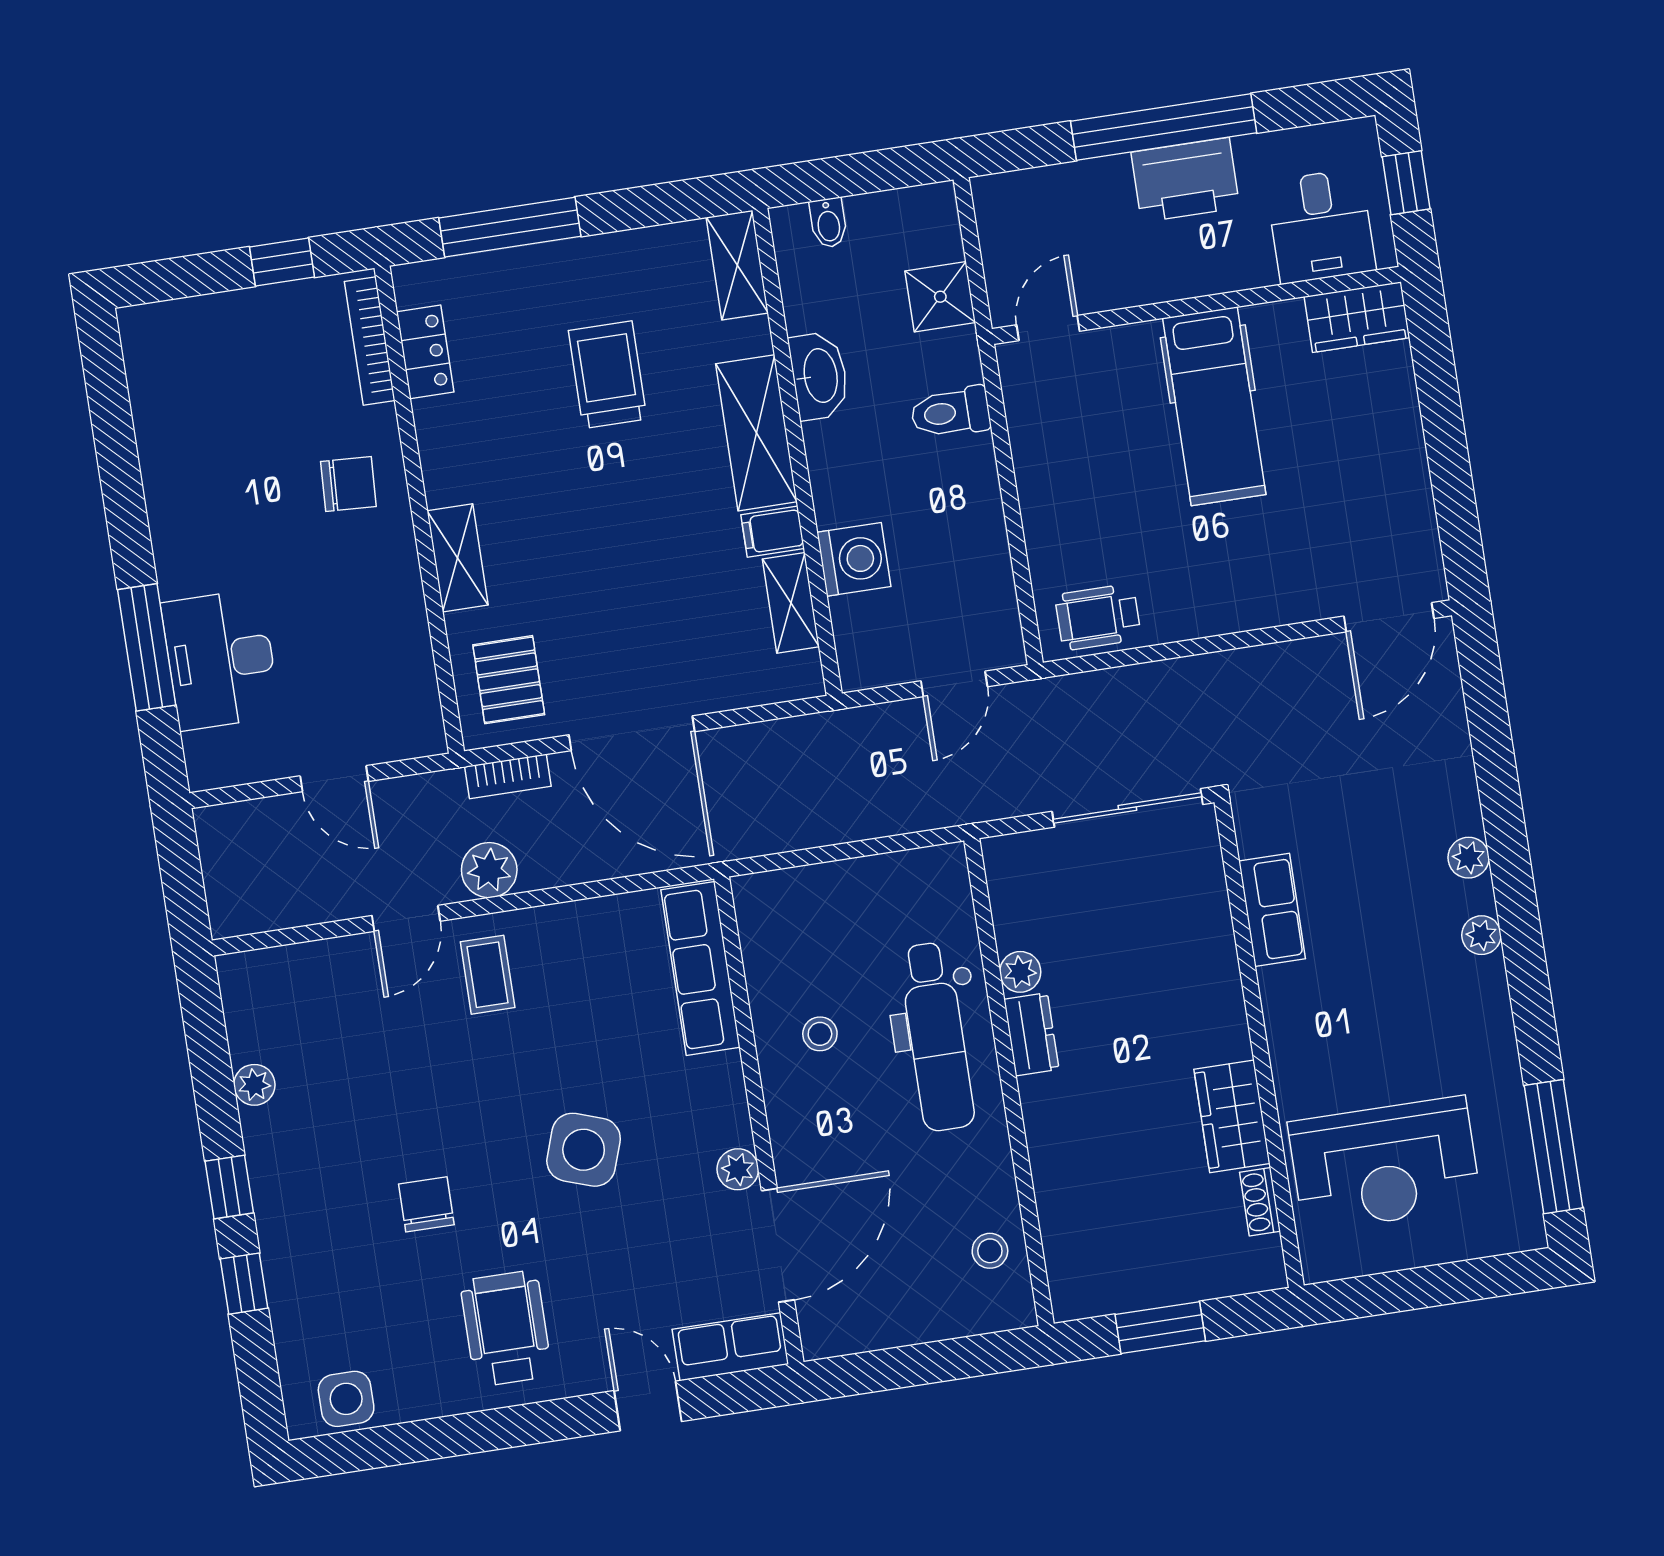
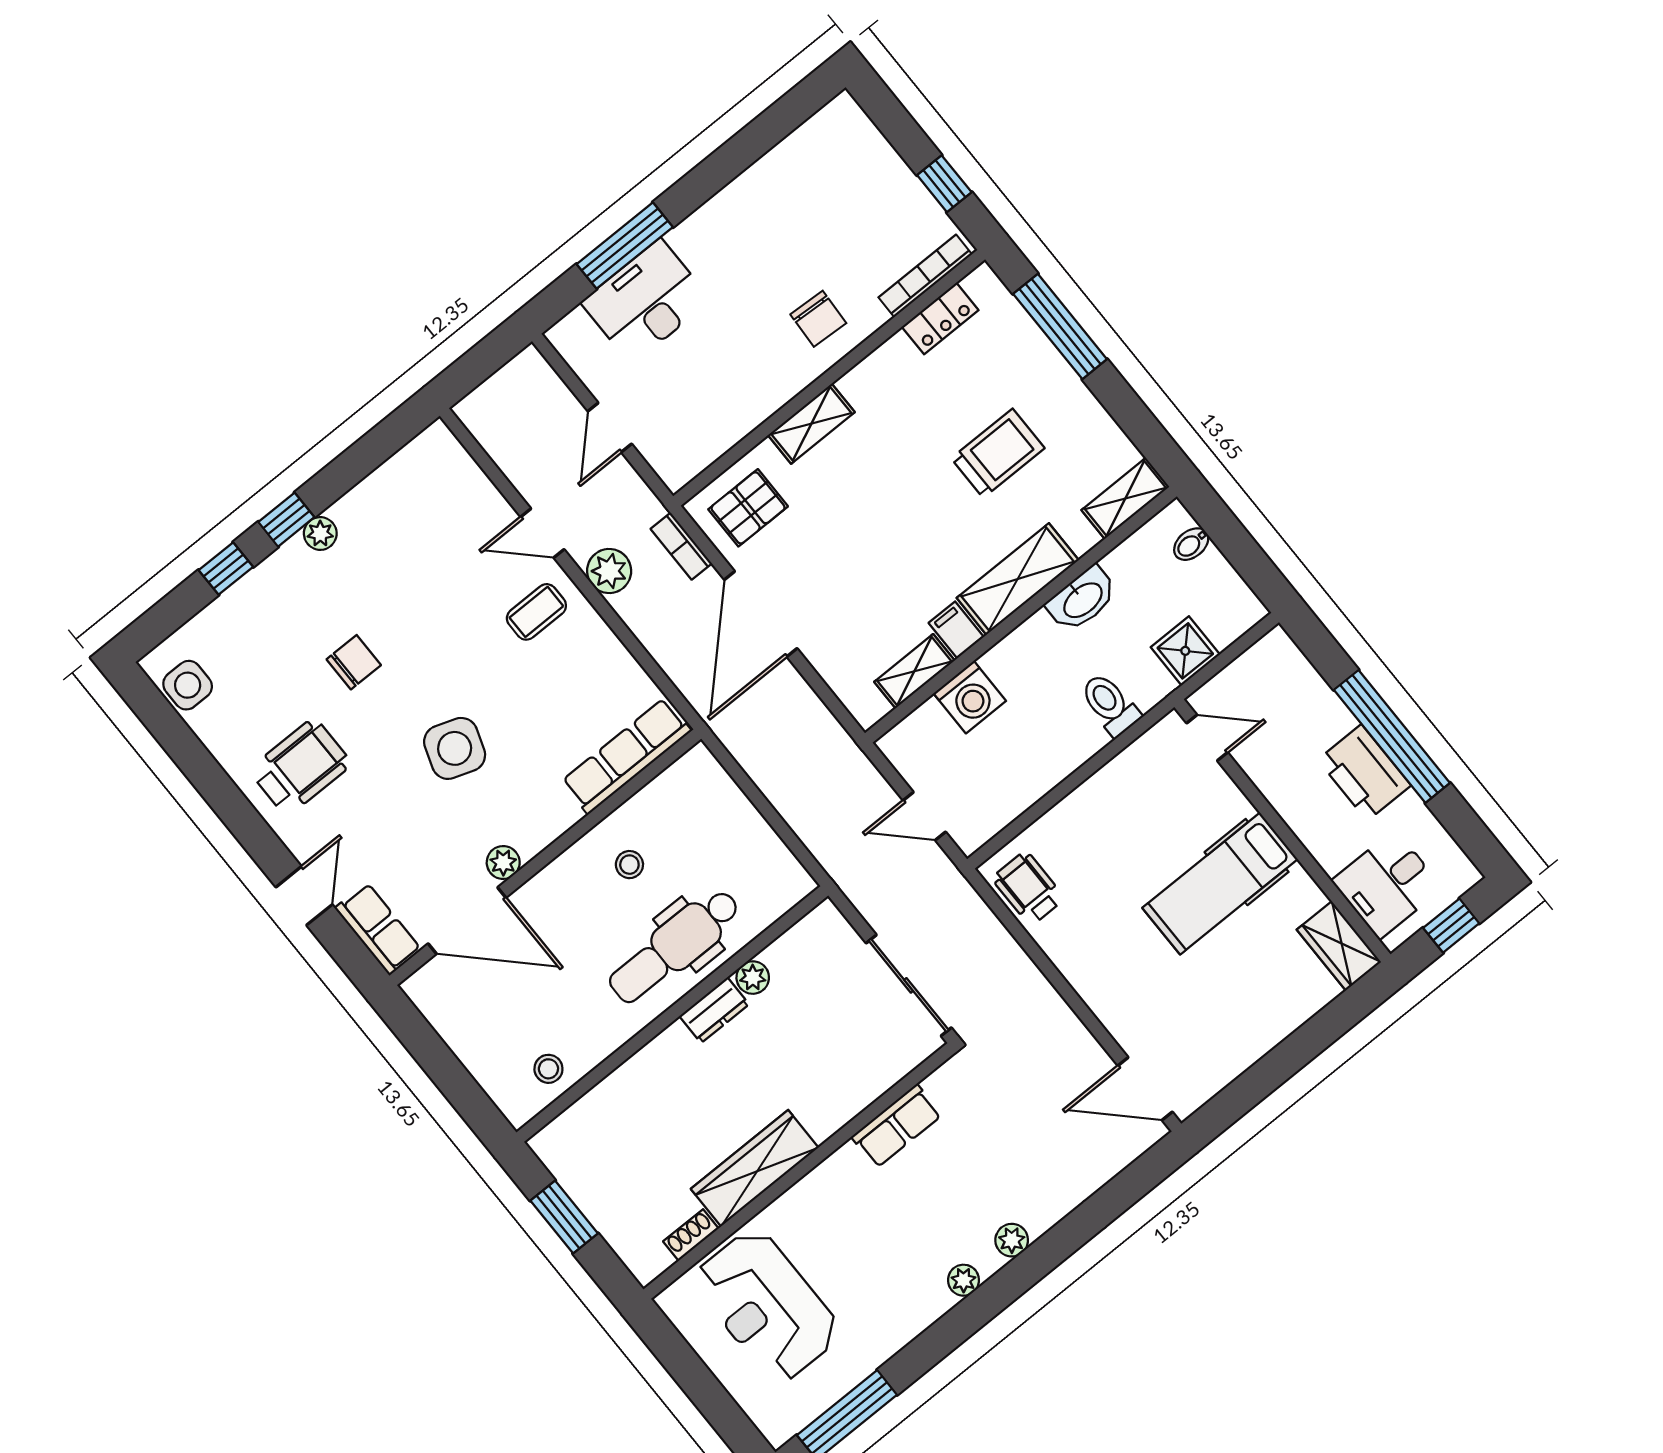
plant: (254, 1085) -> (320, 534), moved
wardrobe: (1232, 1116) -> (755, 1168), width x1.50

